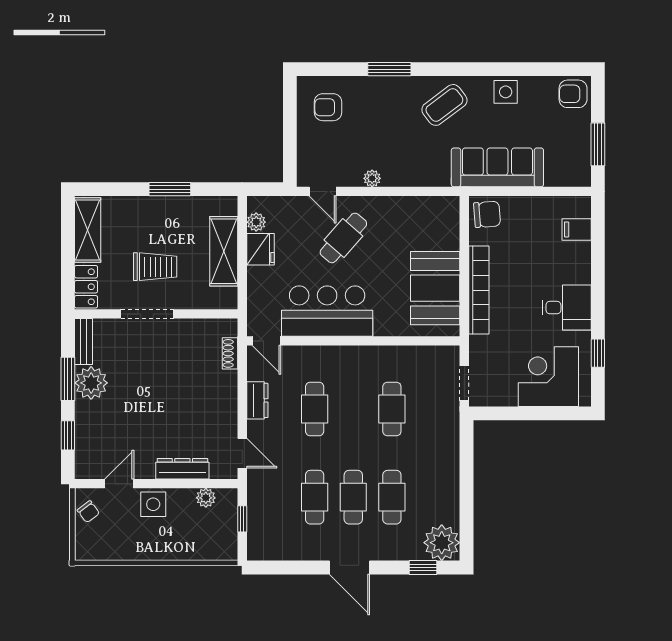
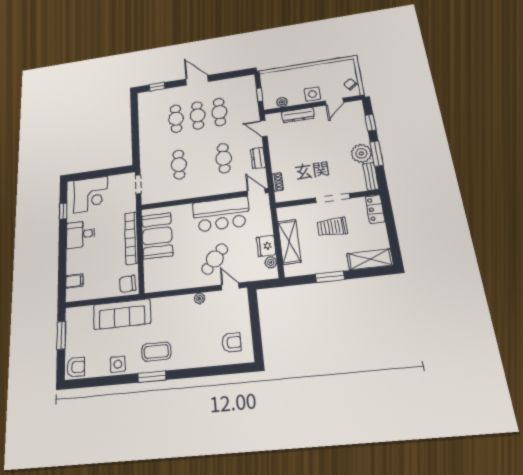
window: (389, 69) -> (152, 377), moved
coffee table: (444, 105) -> (156, 352), turned 37
shelving: (88, 230) -> (370, 259), moved, turned 90
plant: (442, 543) -> (148, 100), removed

